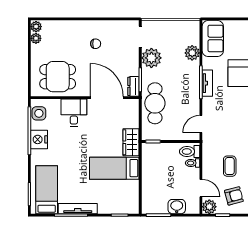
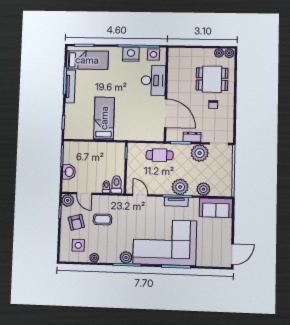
dining table: (58, 77) -> (212, 79), moved, turned 90
plant: (190, 79) -> (180, 187), added
dresser: (133, 86) -> (192, 137), moved
door: (107, 98) -> (166, 113), hinge flipped
cafe table: (155, 103) -> (160, 155), width x0.73, depth x0.74
desk: (74, 113) -> (153, 80), width x1.37
wardrobe: (131, 142) -> (126, 133), removed
door: (201, 188) -> (84, 194), hinge flipped

